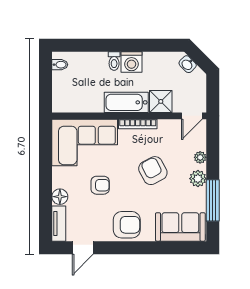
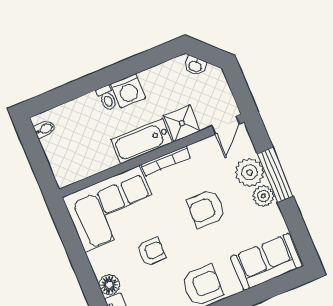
plant: (200, 157) -> (250, 172), width x1.87, depth x1.87
armchair: (153, 171) -> (206, 209), turned -62
window: (213, 200) -> (275, 175), moved

